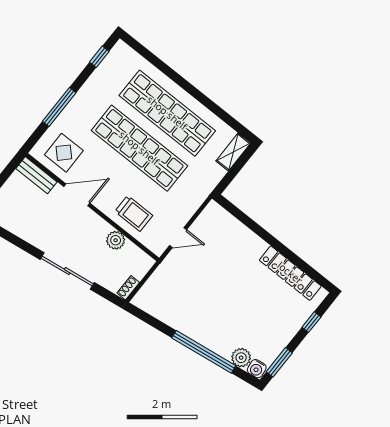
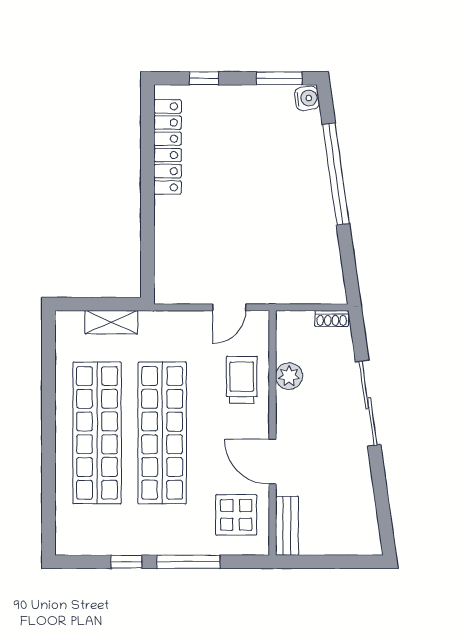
window: (99, 57) -> (126, 562), moved
shelving: (233, 152) -> (111, 322), moved
door: (178, 238) -> (229, 307), swing flipped
plant: (241, 358) -> (309, 126), removed

